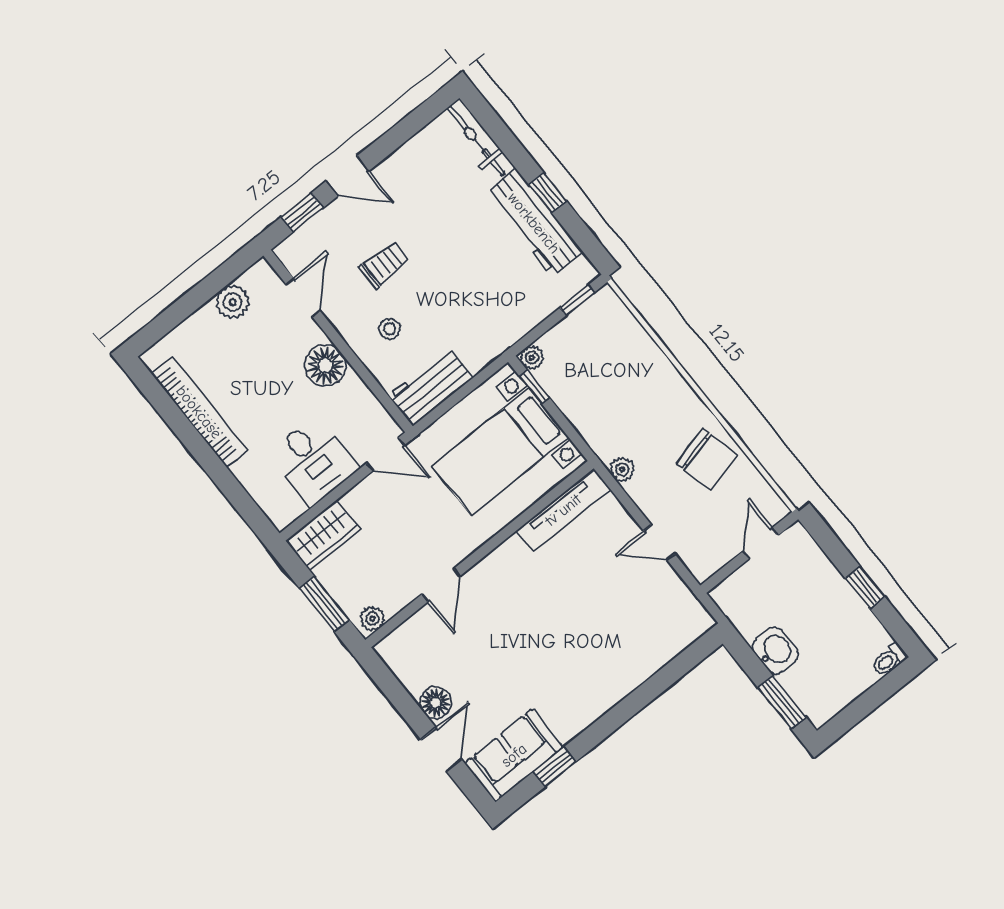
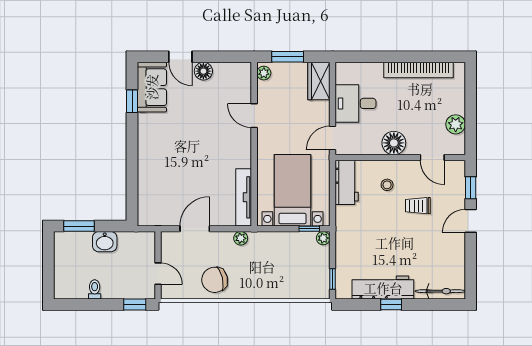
trolley: (384, 264) -> (418, 206), turned 90
door: (659, 542) -> (195, 229), width x1.38
window: (865, 587) -> (135, 304), moved
toilet: (889, 660) -> (95, 289), moved

